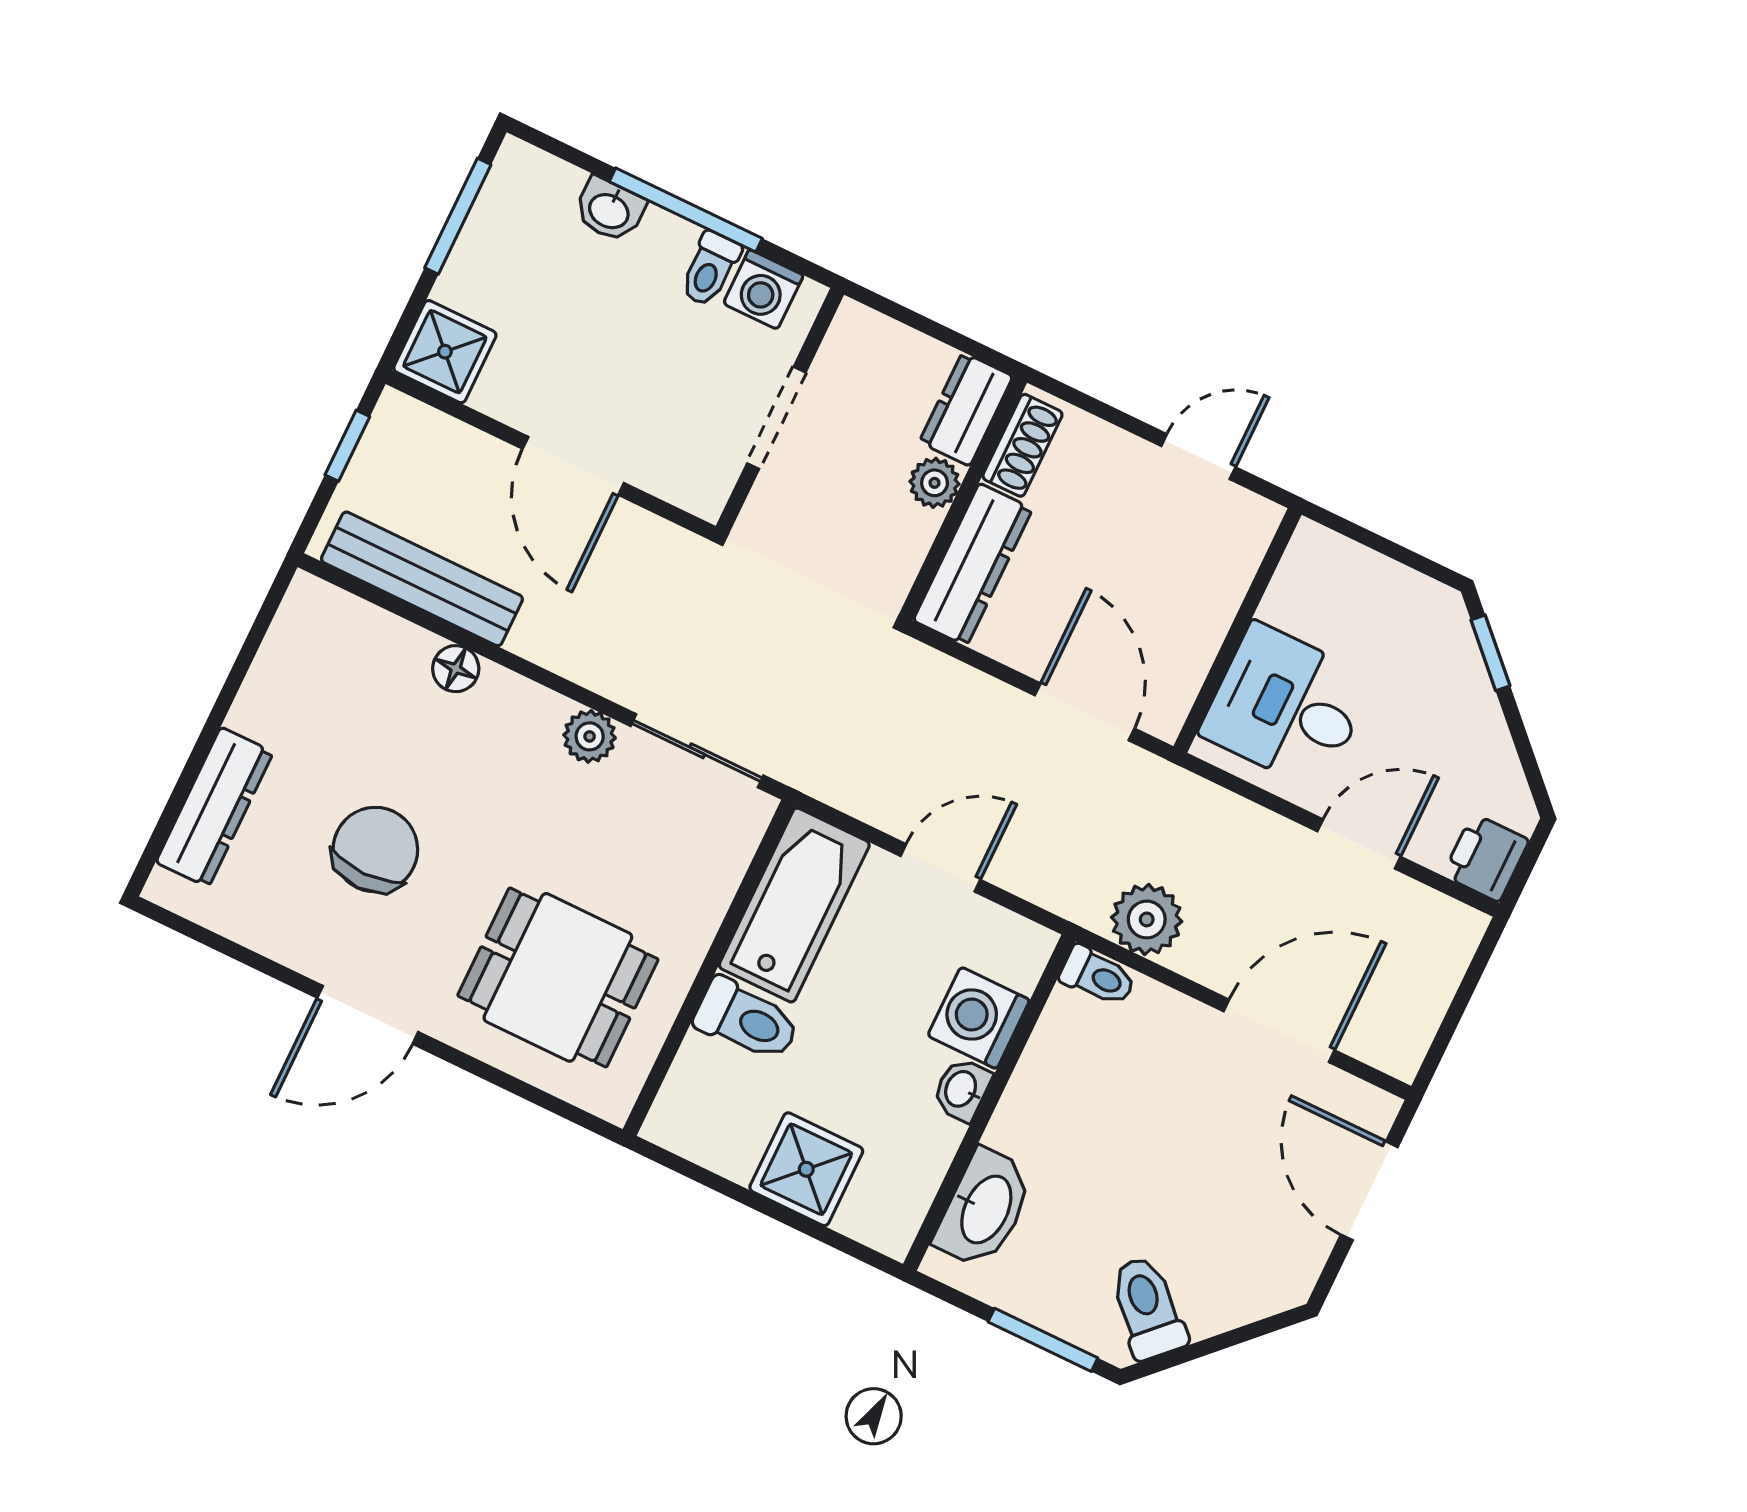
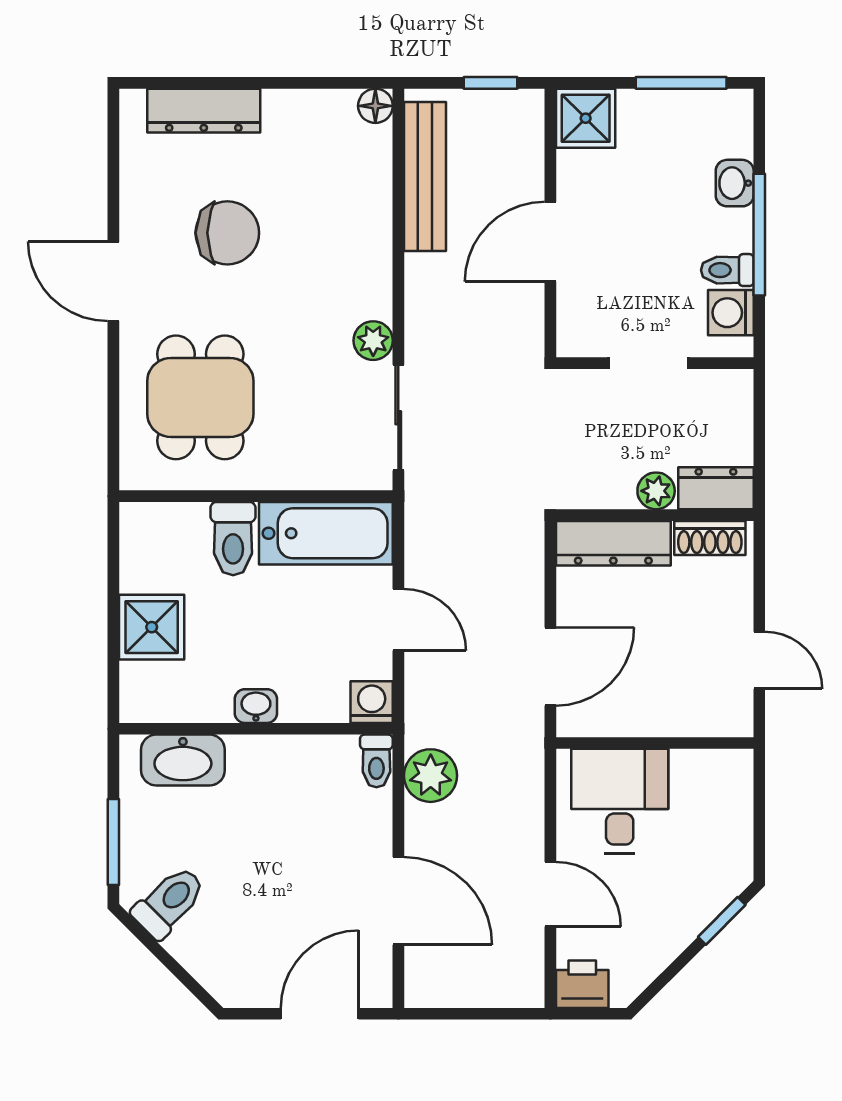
floor lamp: (456, 669) -> (375, 106), moved
washing machine: (979, 1018) -> (372, 702), moved, width x0.73, depth x0.73

